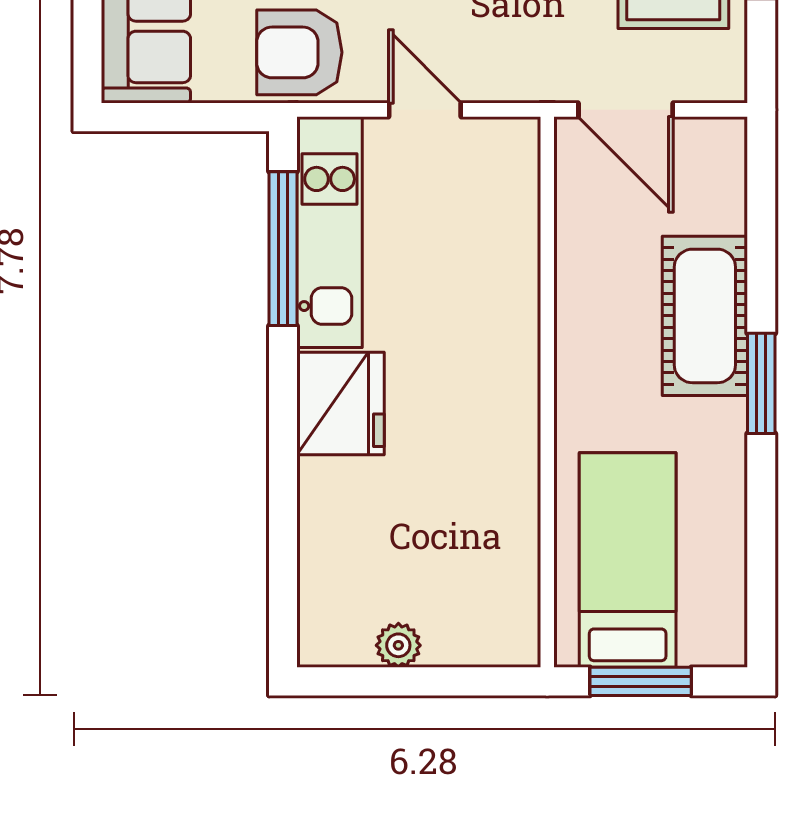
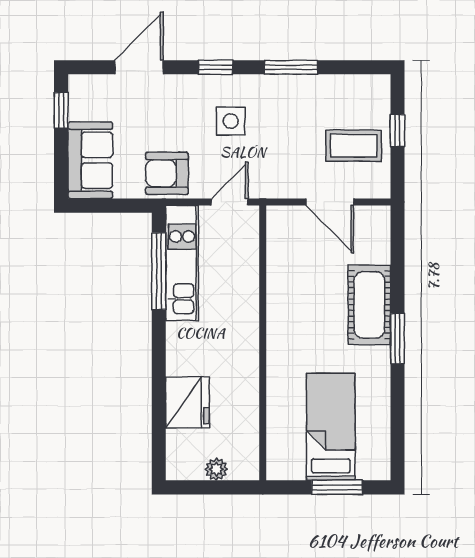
door: (425, 110) -> (230, 202), hinge flipped
wall: (547, 392) -> (263, 343), moved
fridge: (341, 404) -> (187, 402), moved

